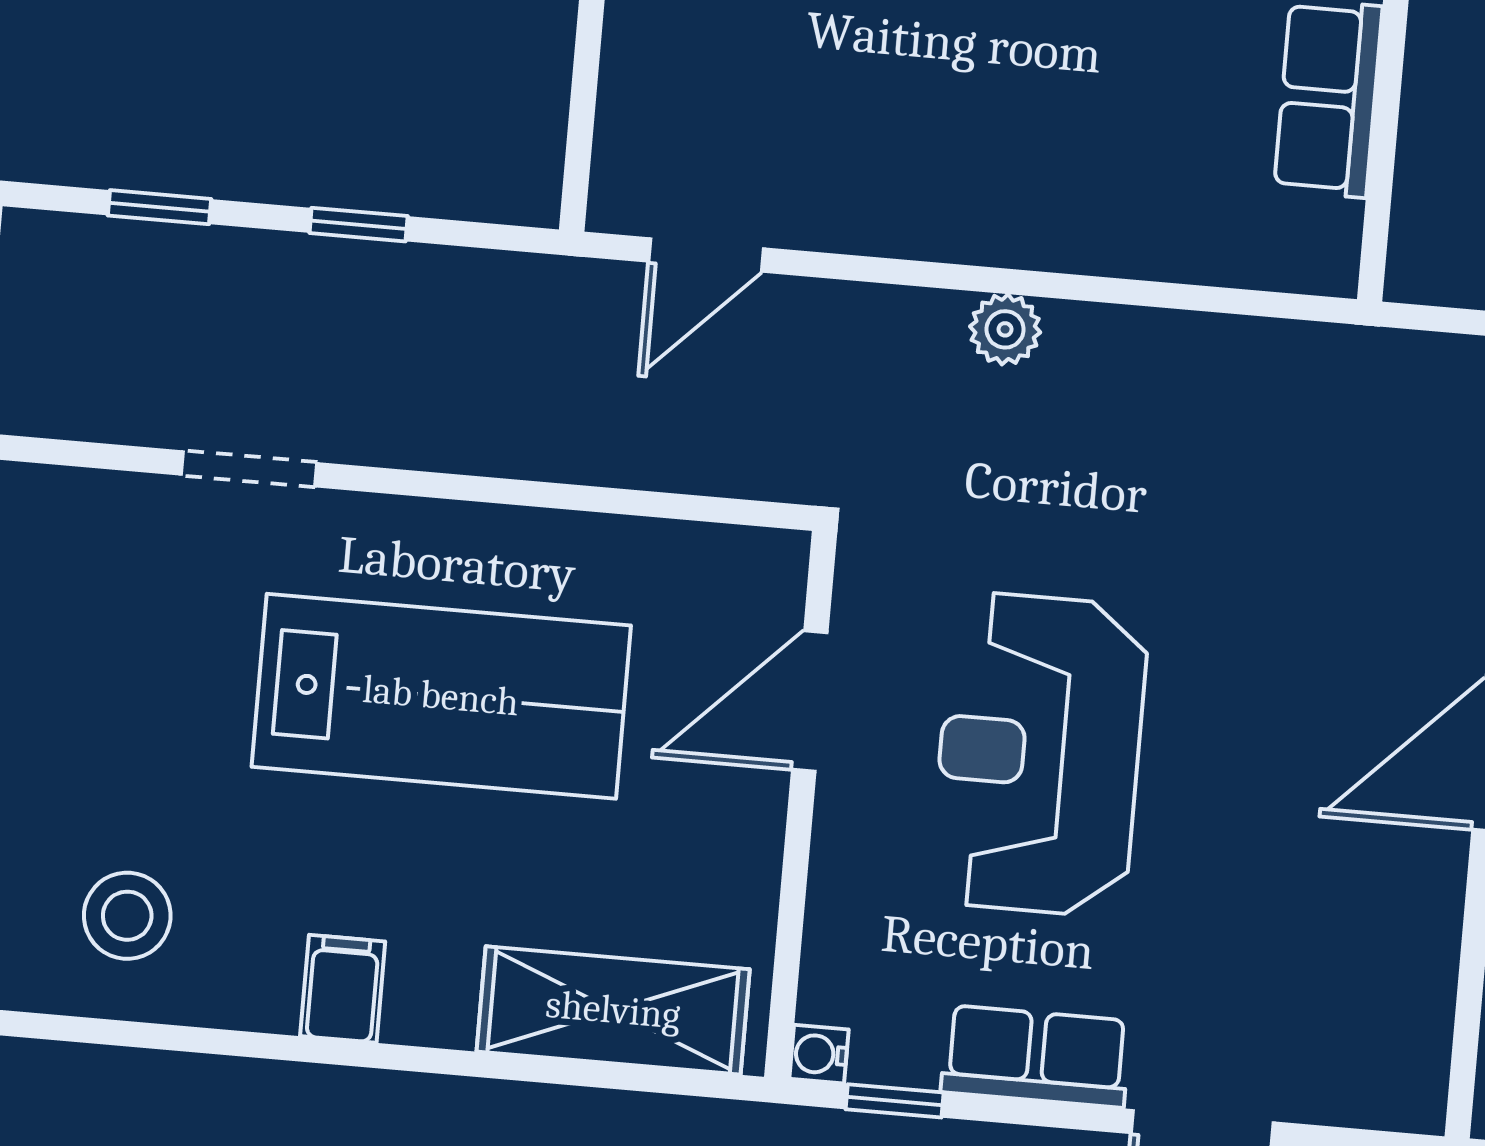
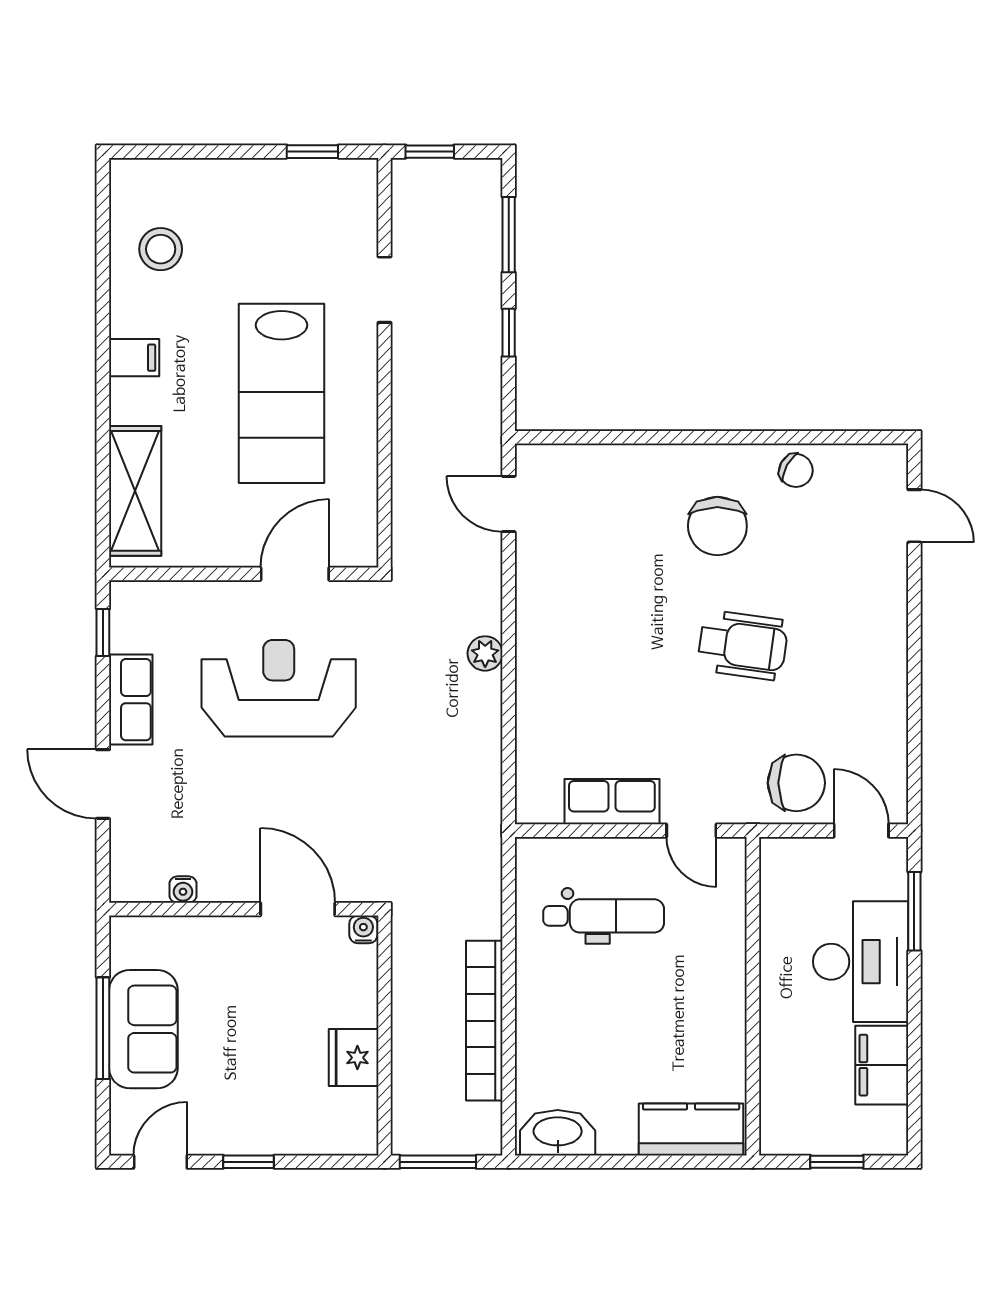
window: (160, 207) -> (509, 235), width x1.50
door: (810, 701) -> (295, 574), hinge flipped
water cooler: (819, 1054) -> (183, 890), moved, turned 180

